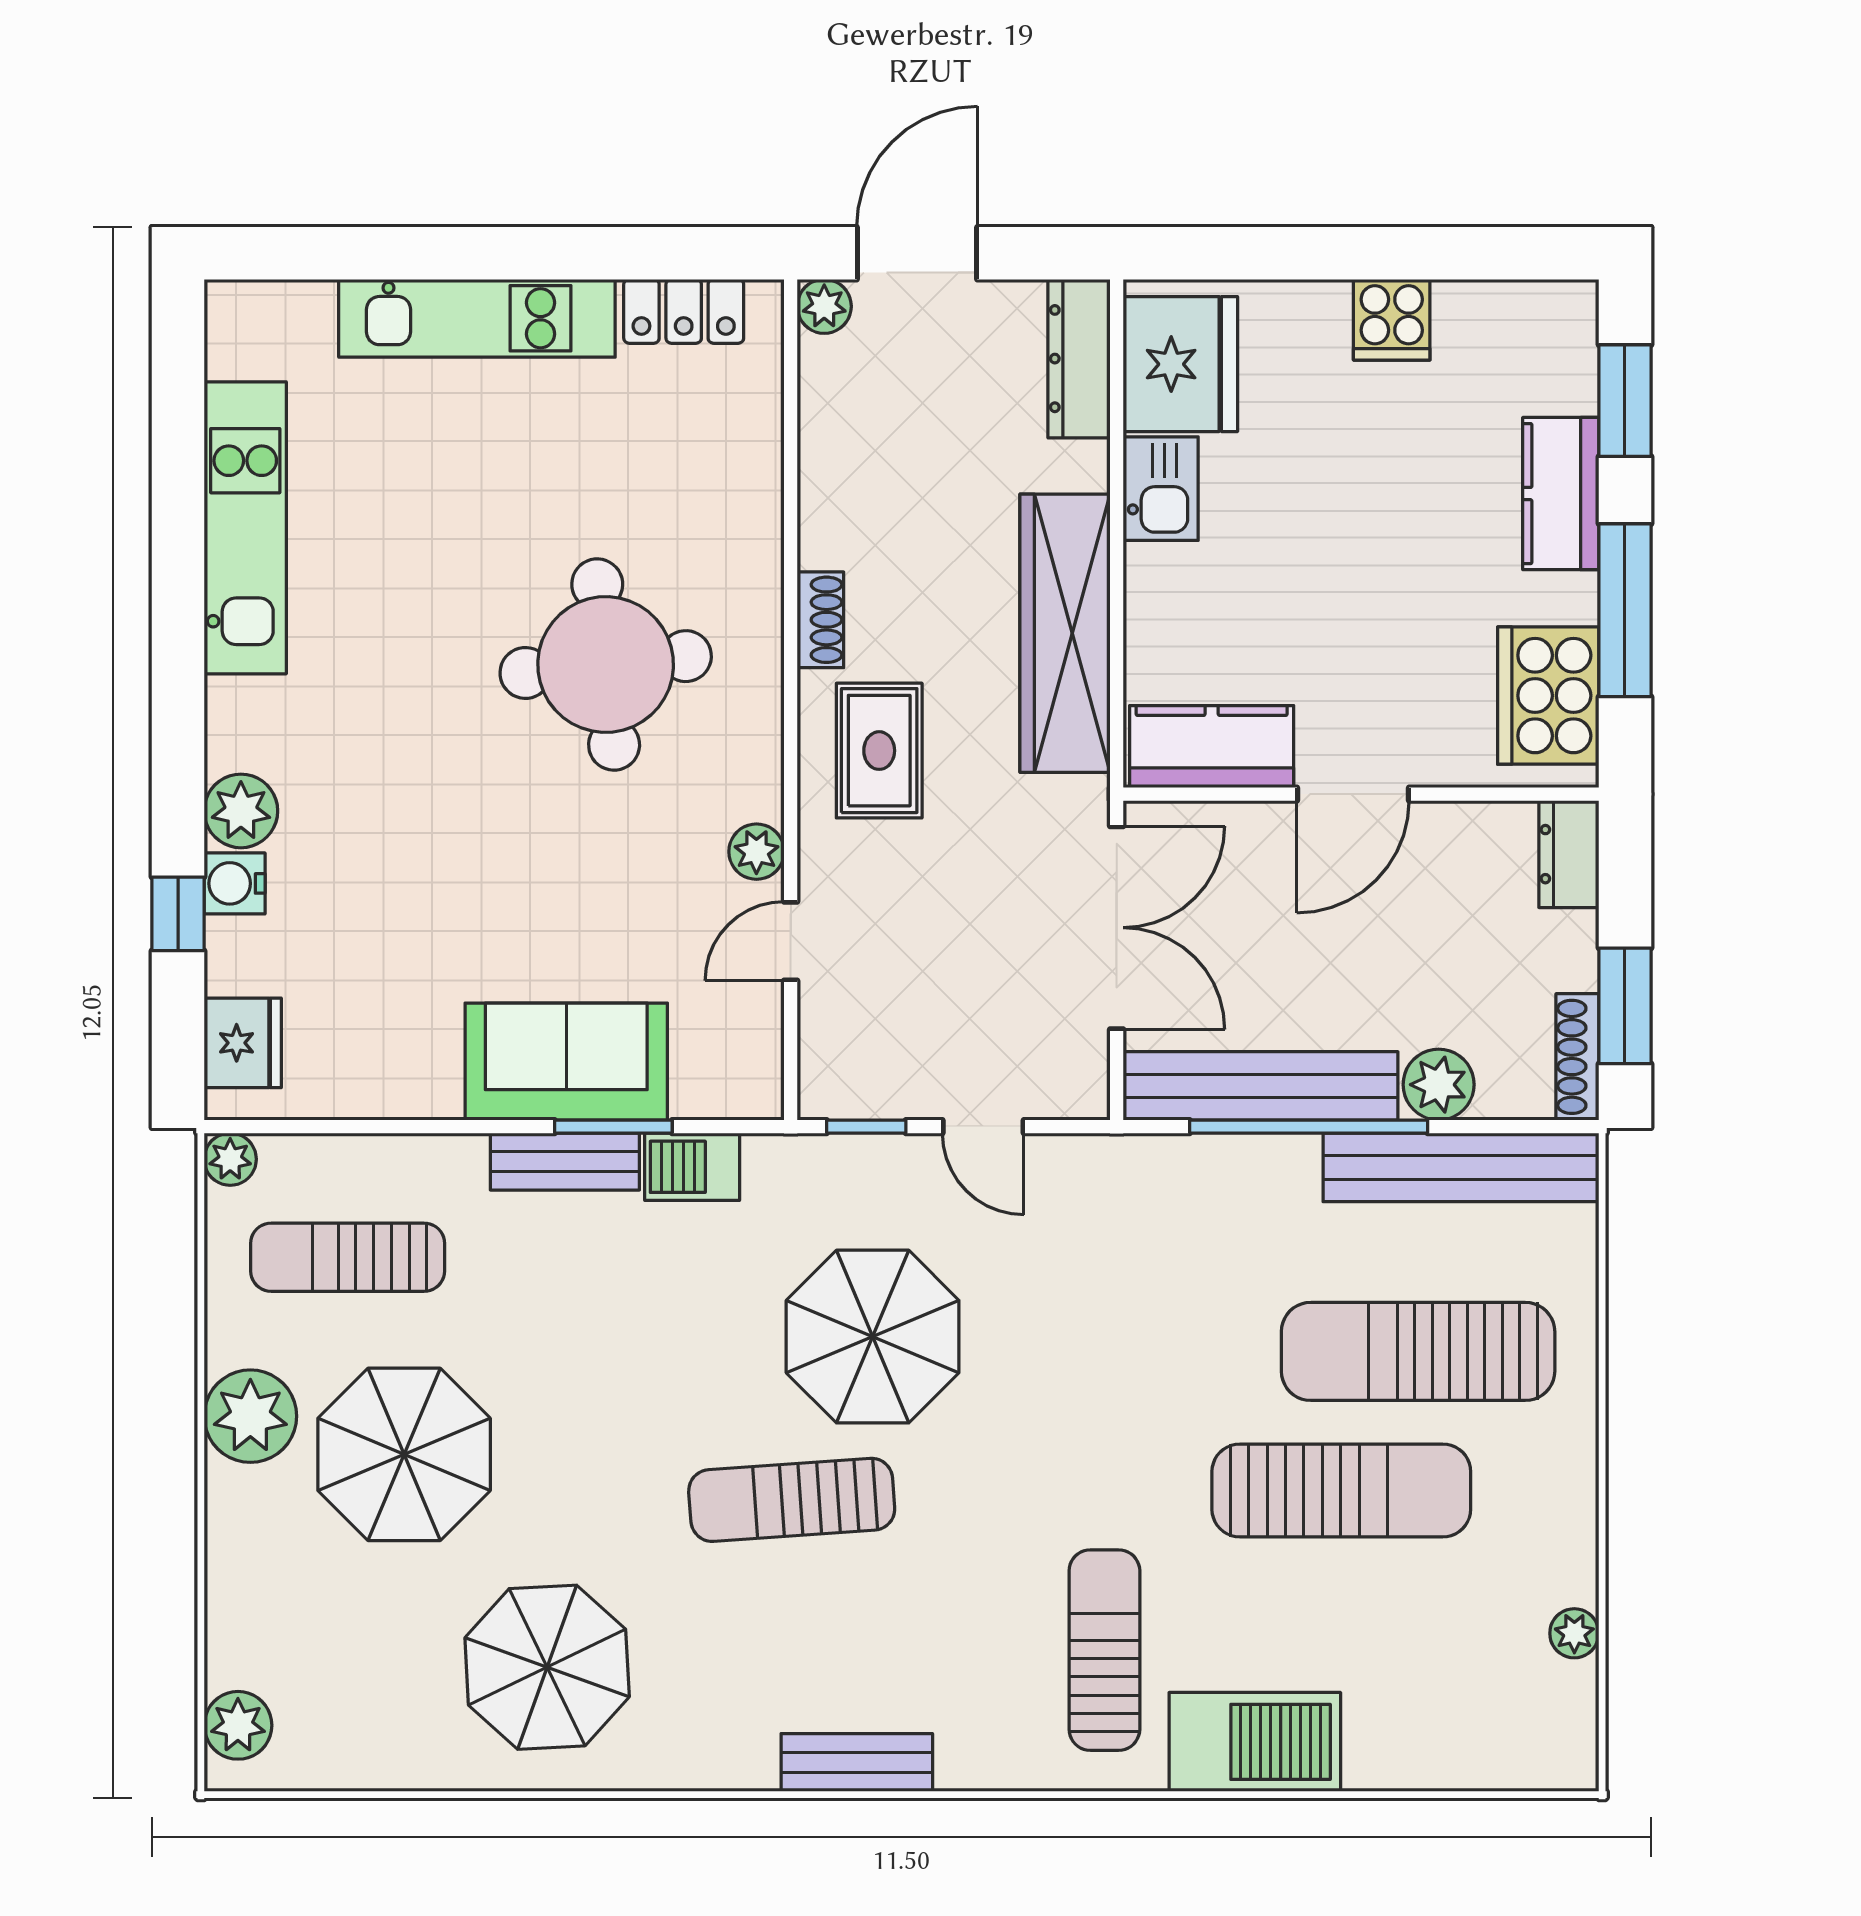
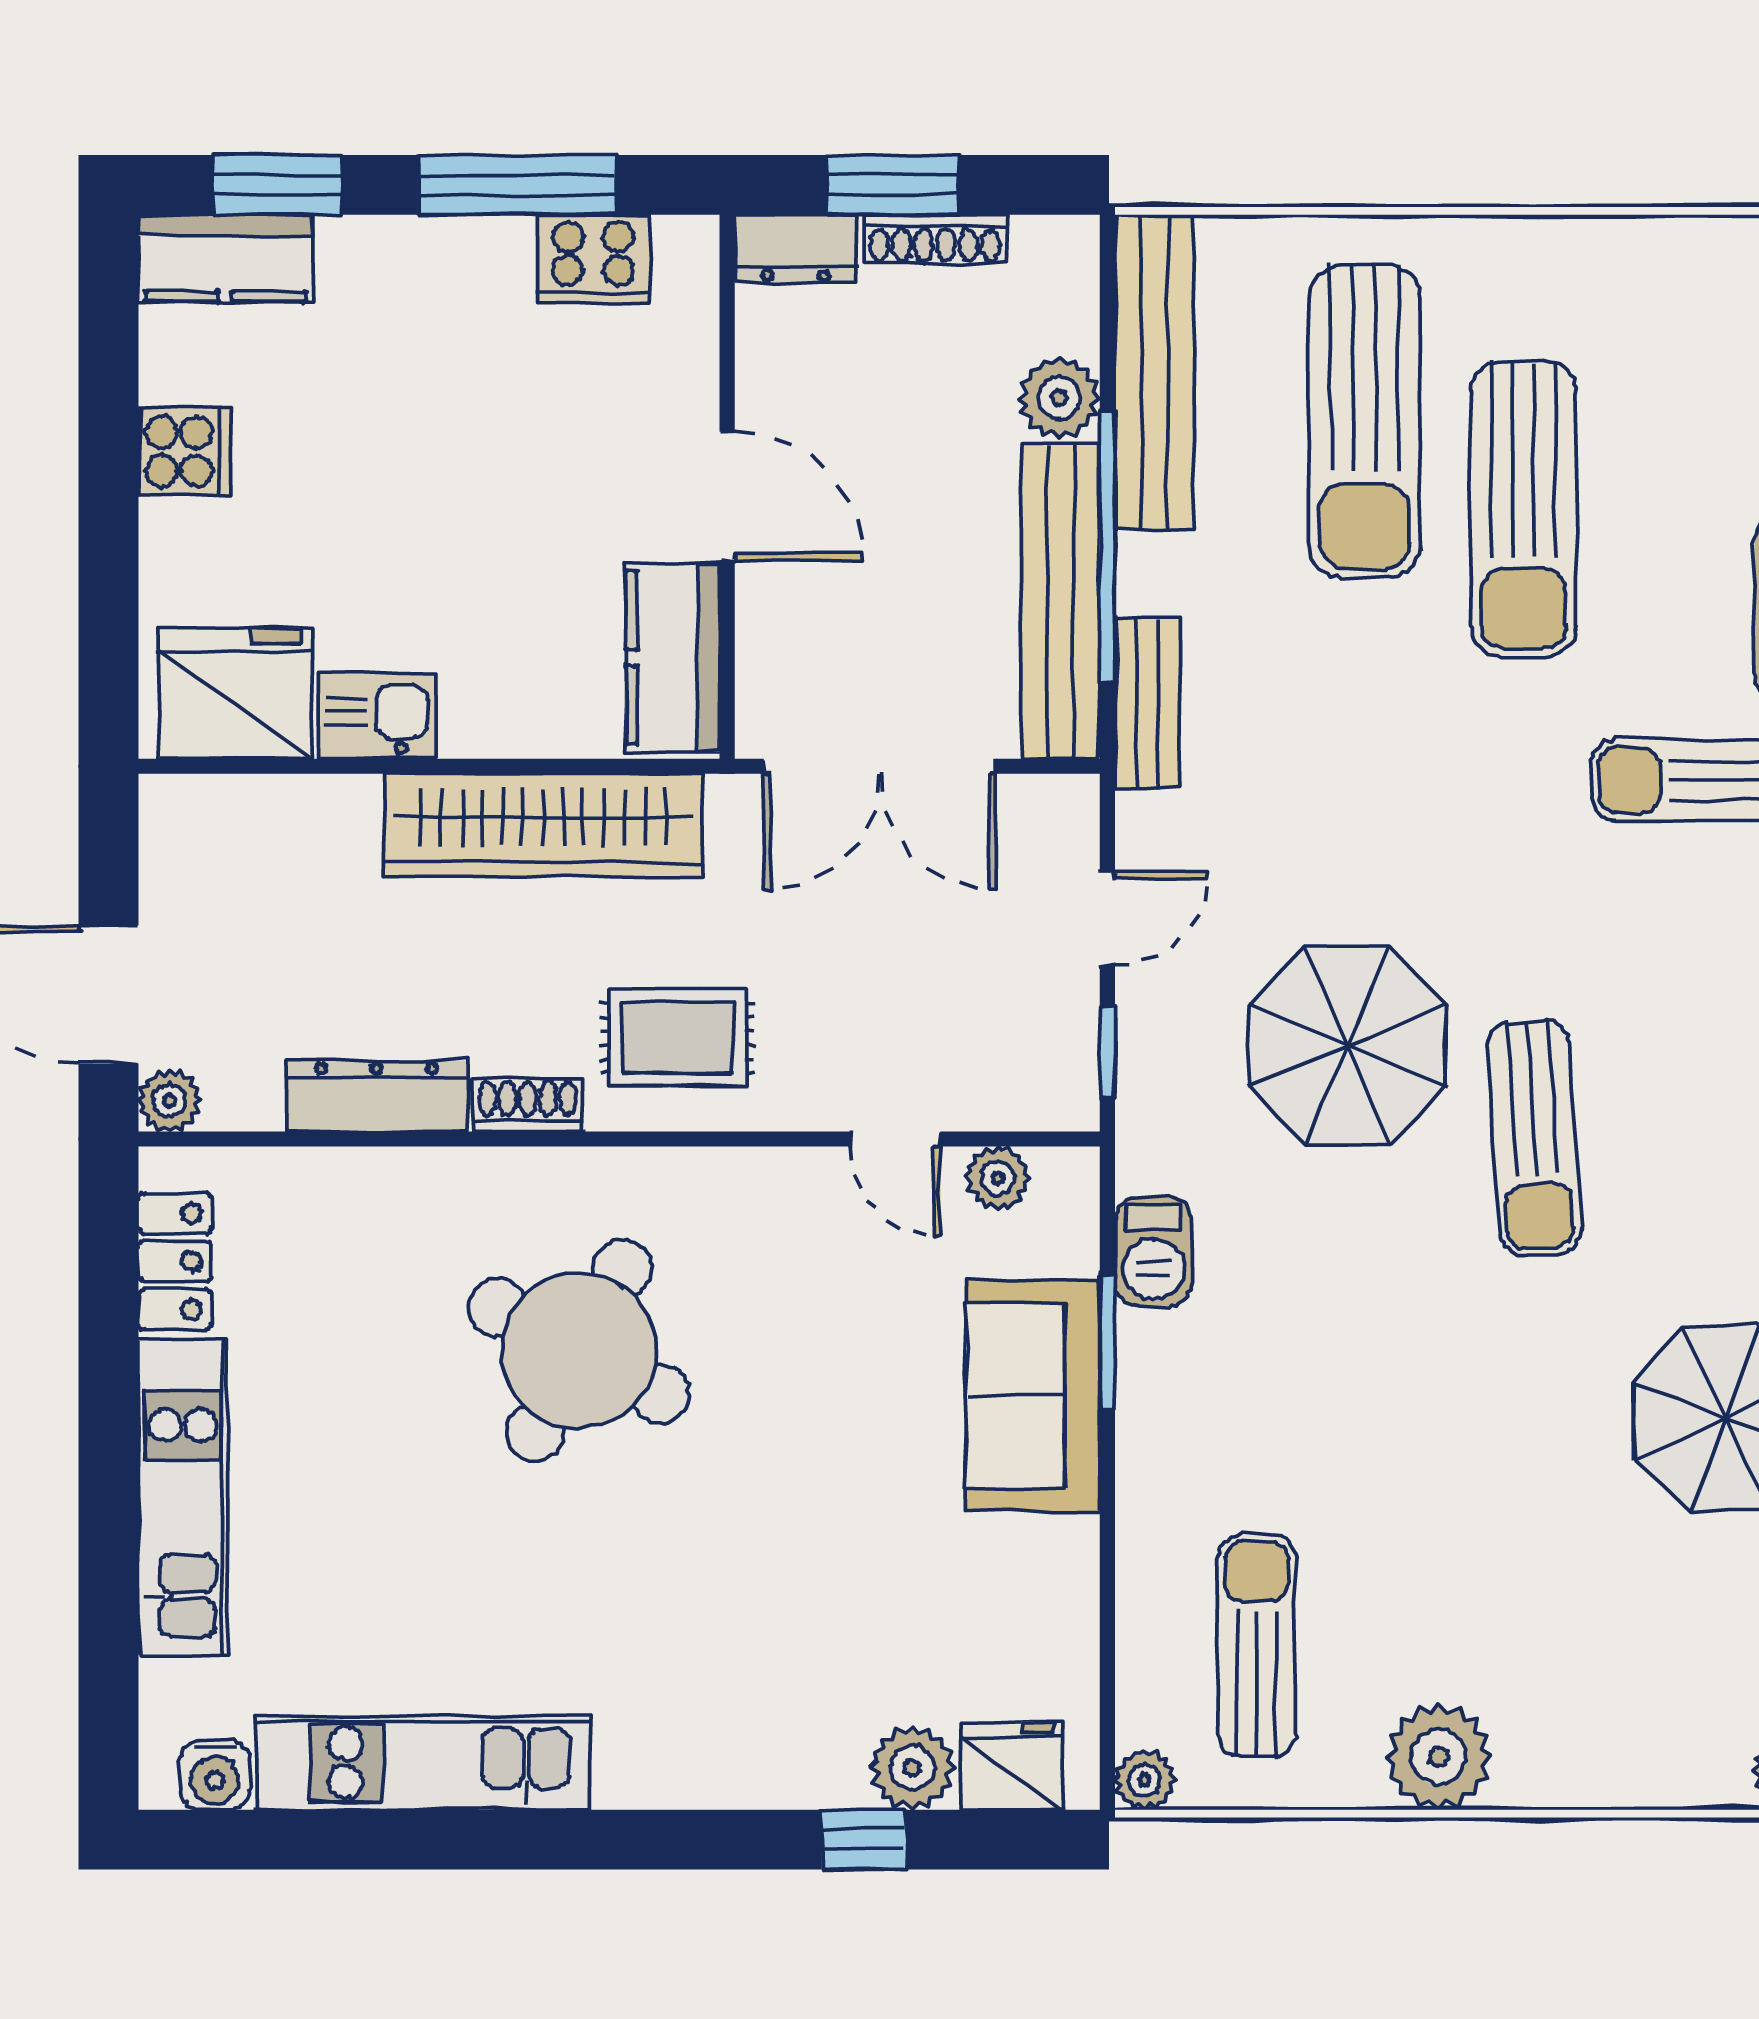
dresser: (1079, 359) -> (376, 1096), moved, turned 180
kitchen counter: (1561, 494) -> (225, 258), moved
round table: (606, 665) -> (579, 1351), turned 34
cooker: (1548, 696) -> (593, 259), width x0.73, depth x0.76
plant: (241, 811) -> (912, 1768), moved
plant: (756, 852) -> (998, 1178), moved
water cooler: (235, 883) -> (215, 1775), moved
double door: (1117, 928) -> (880, 766), swing flipped
window: (1625, 1006) -> (892, 185), moved
shoe rack: (1577, 1057) -> (935, 239), moved
bench: (565, 1162) -> (1147, 703), moved
sun lounger: (348, 1257) -> (1257, 1646), turned 180
parasol: (404, 1454) -> (1482, 1581), removed
sun lounger: (1341, 1490) -> (1524, 509), turned 180
plant: (1574, 1633) -> (1687, 243), removed

